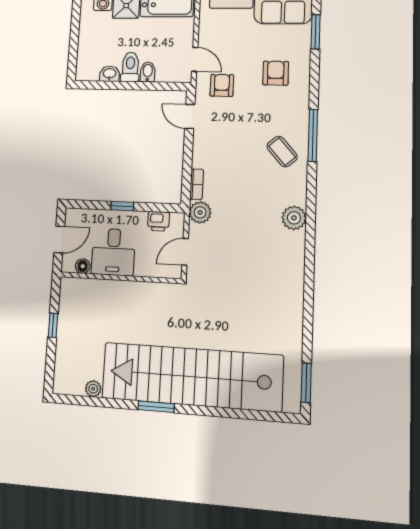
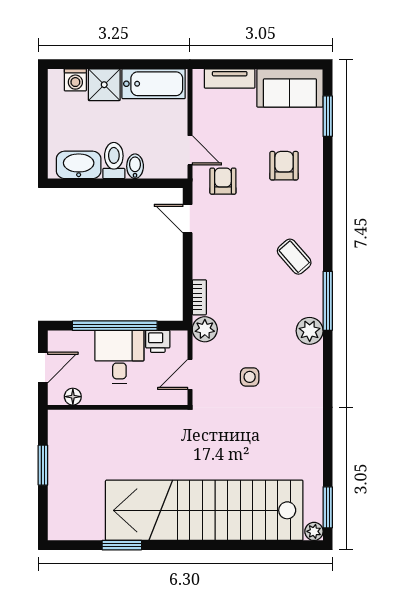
washbasin: (110, 74) -> (79, 165), width x1.91, depth x1.45
window: (313, 135) -> (328, 301), moved
window: (122, 206) -> (115, 326), width x3.17
desk: (113, 252) -> (119, 357), moved, turned 180
side table: (238, 257) -> (250, 377), added
window: (53, 325) -> (43, 465), width x1.50
plant: (93, 389) -> (314, 531), moved
window: (156, 407) -> (122, 545), moved

